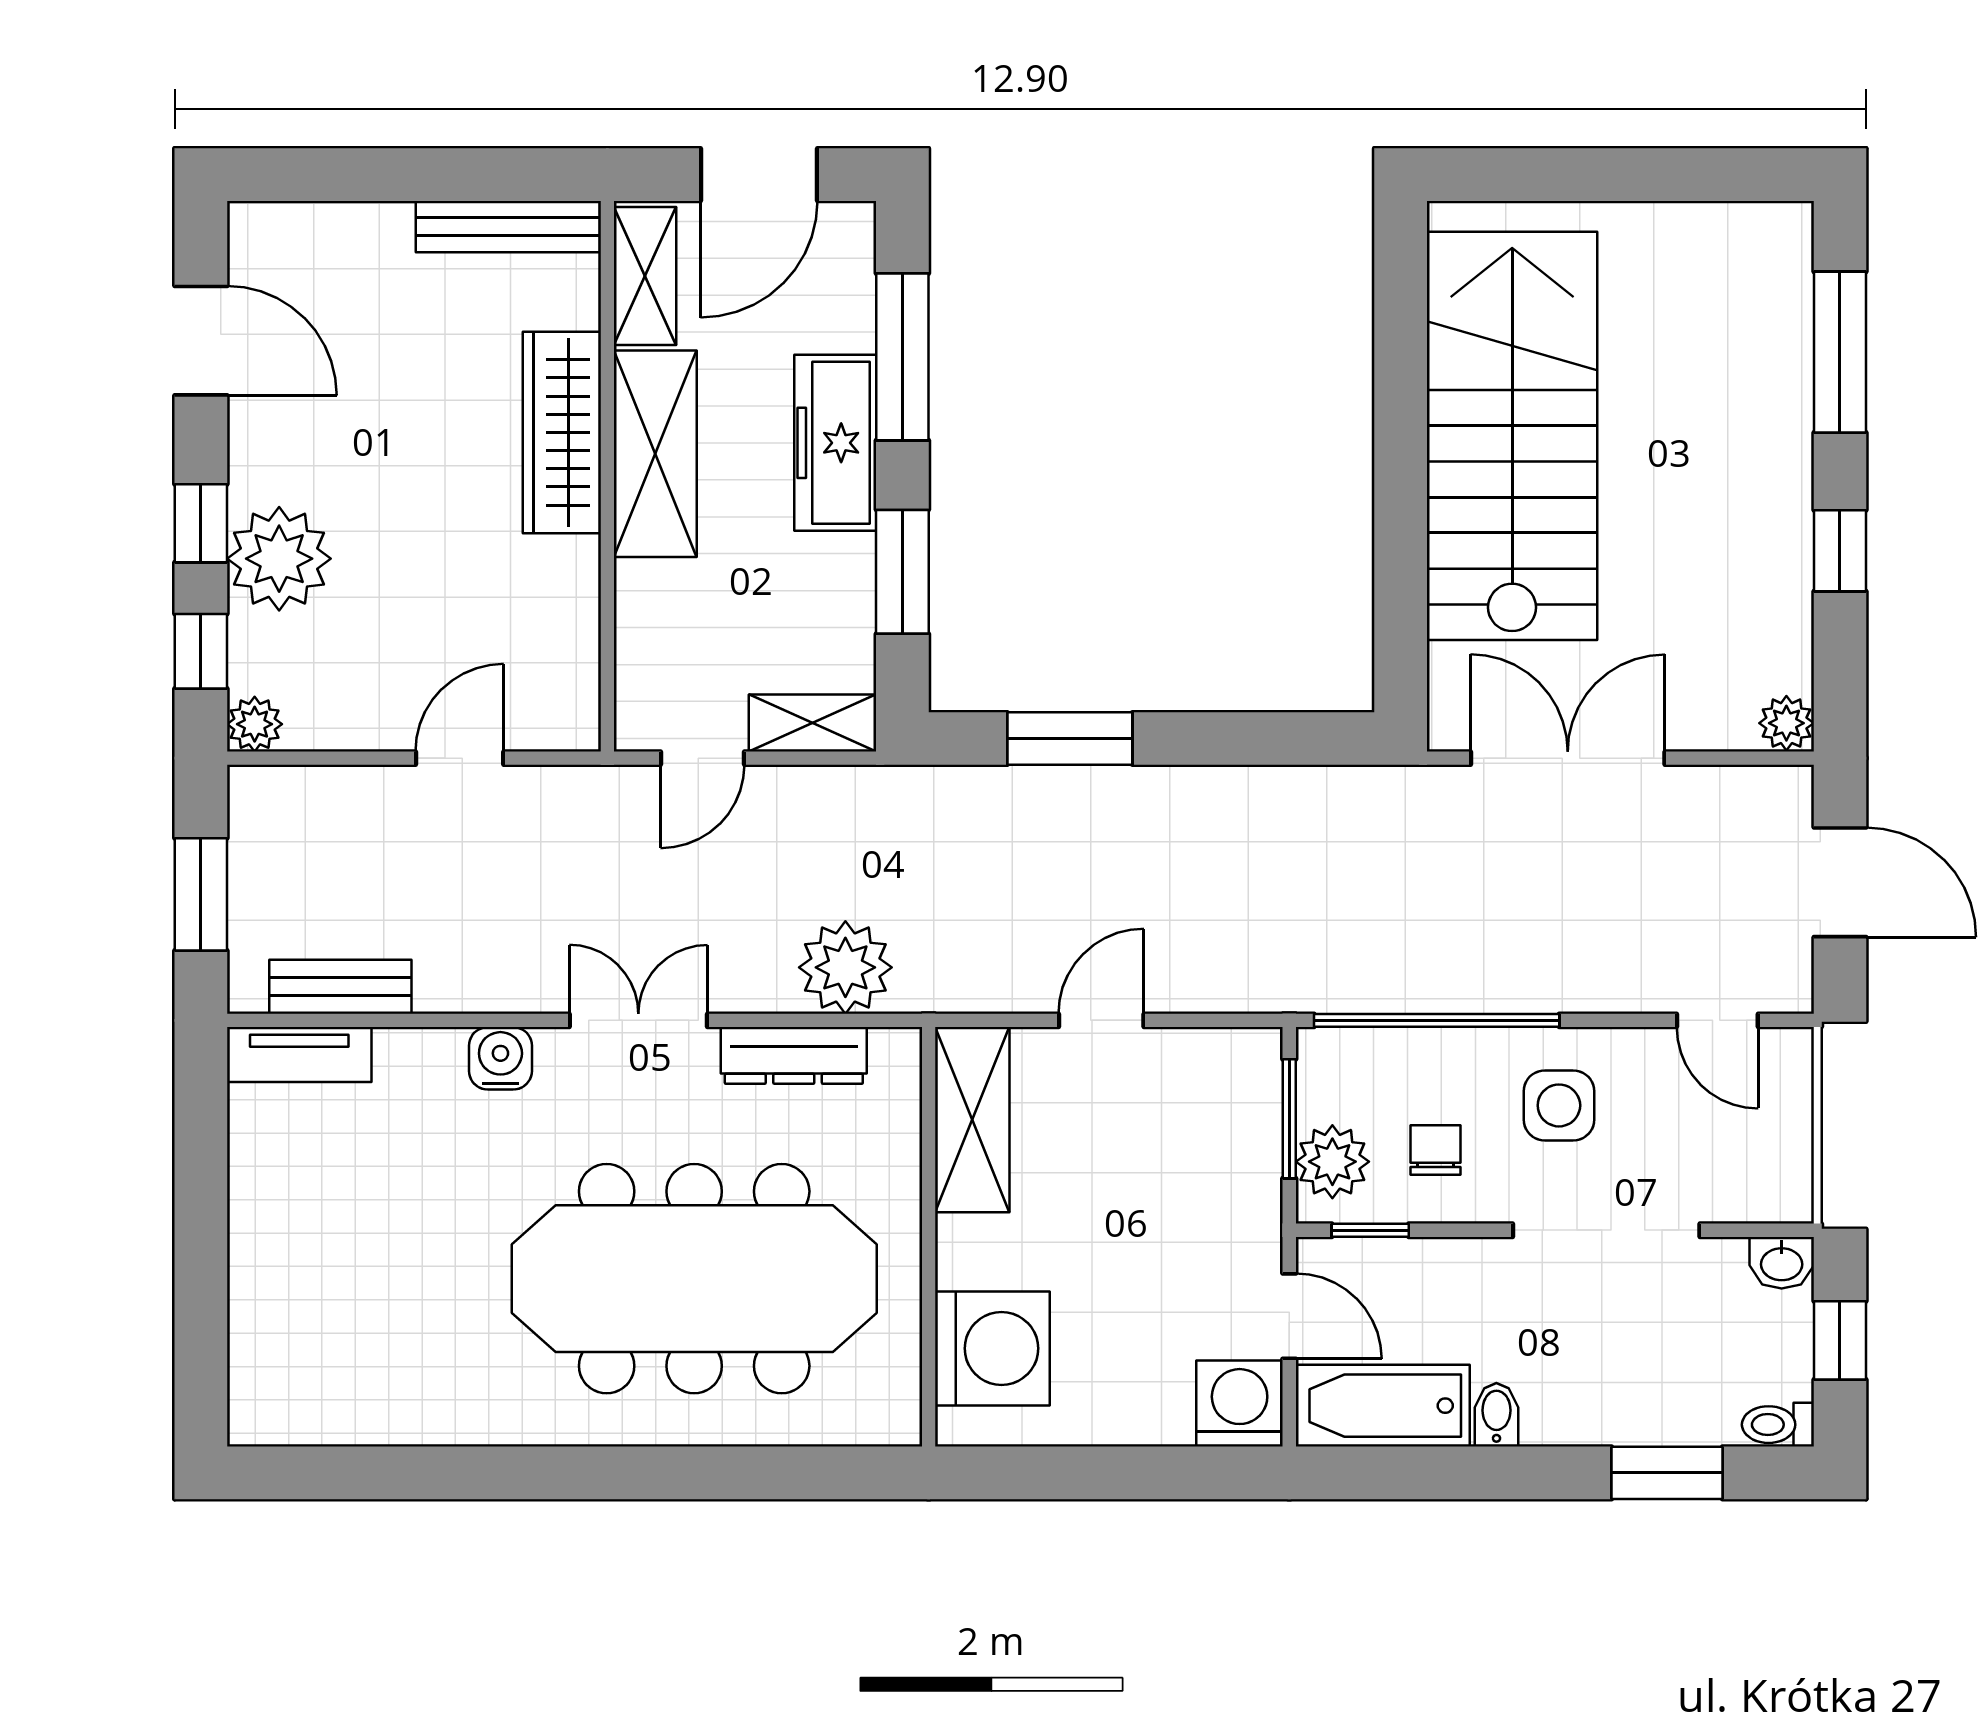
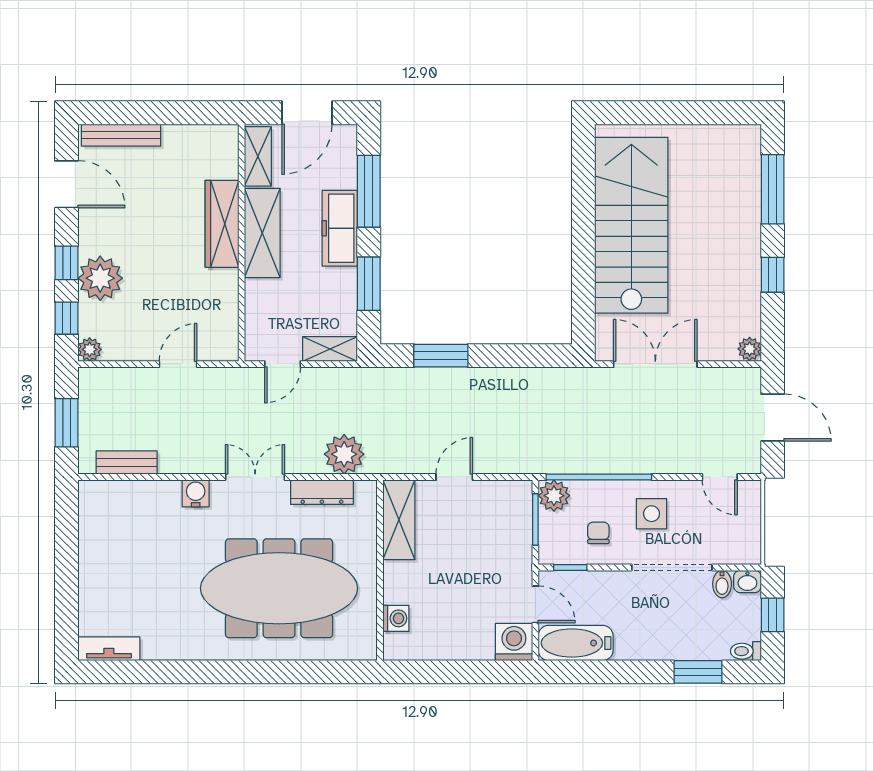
bench: (508, 227) -> (121, 135), moved
tv unit: (299, 1055) -> (109, 649), moved, turned 180
plant: (1332, 1162) -> (554, 496), moved
washing machine: (992, 1348) -> (396, 618), width x0.53, depth x0.53
bidet: (1496, 1415) -> (722, 584), moved, turned 180

